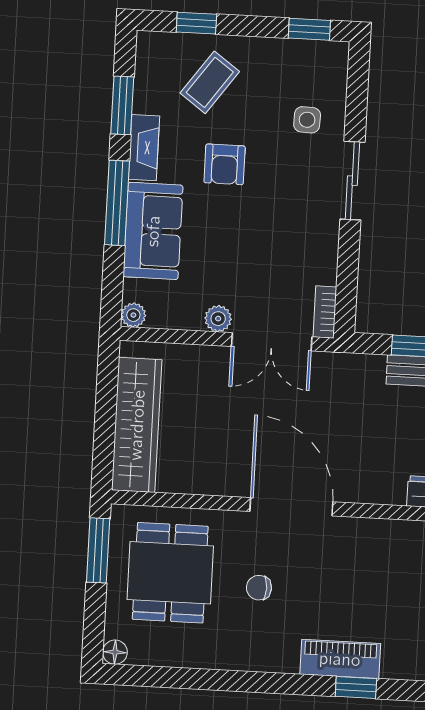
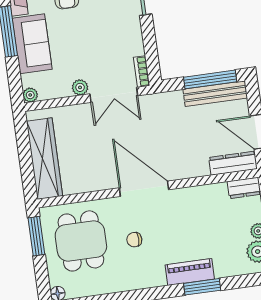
window: (356, 687) -> (202, 287), width x1.50

